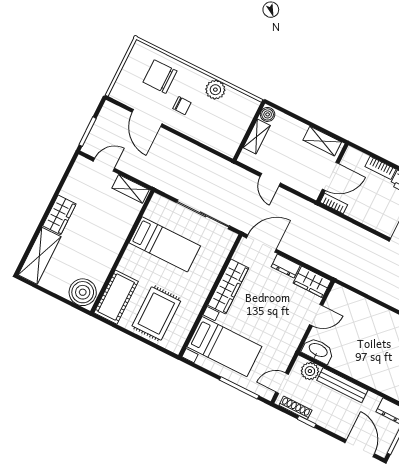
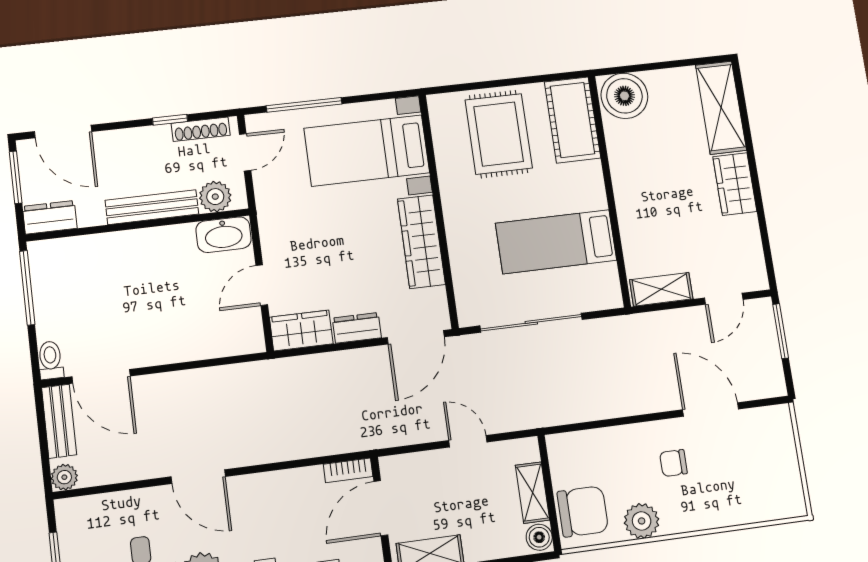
chair: (160, 77) -> (583, 511), moved

